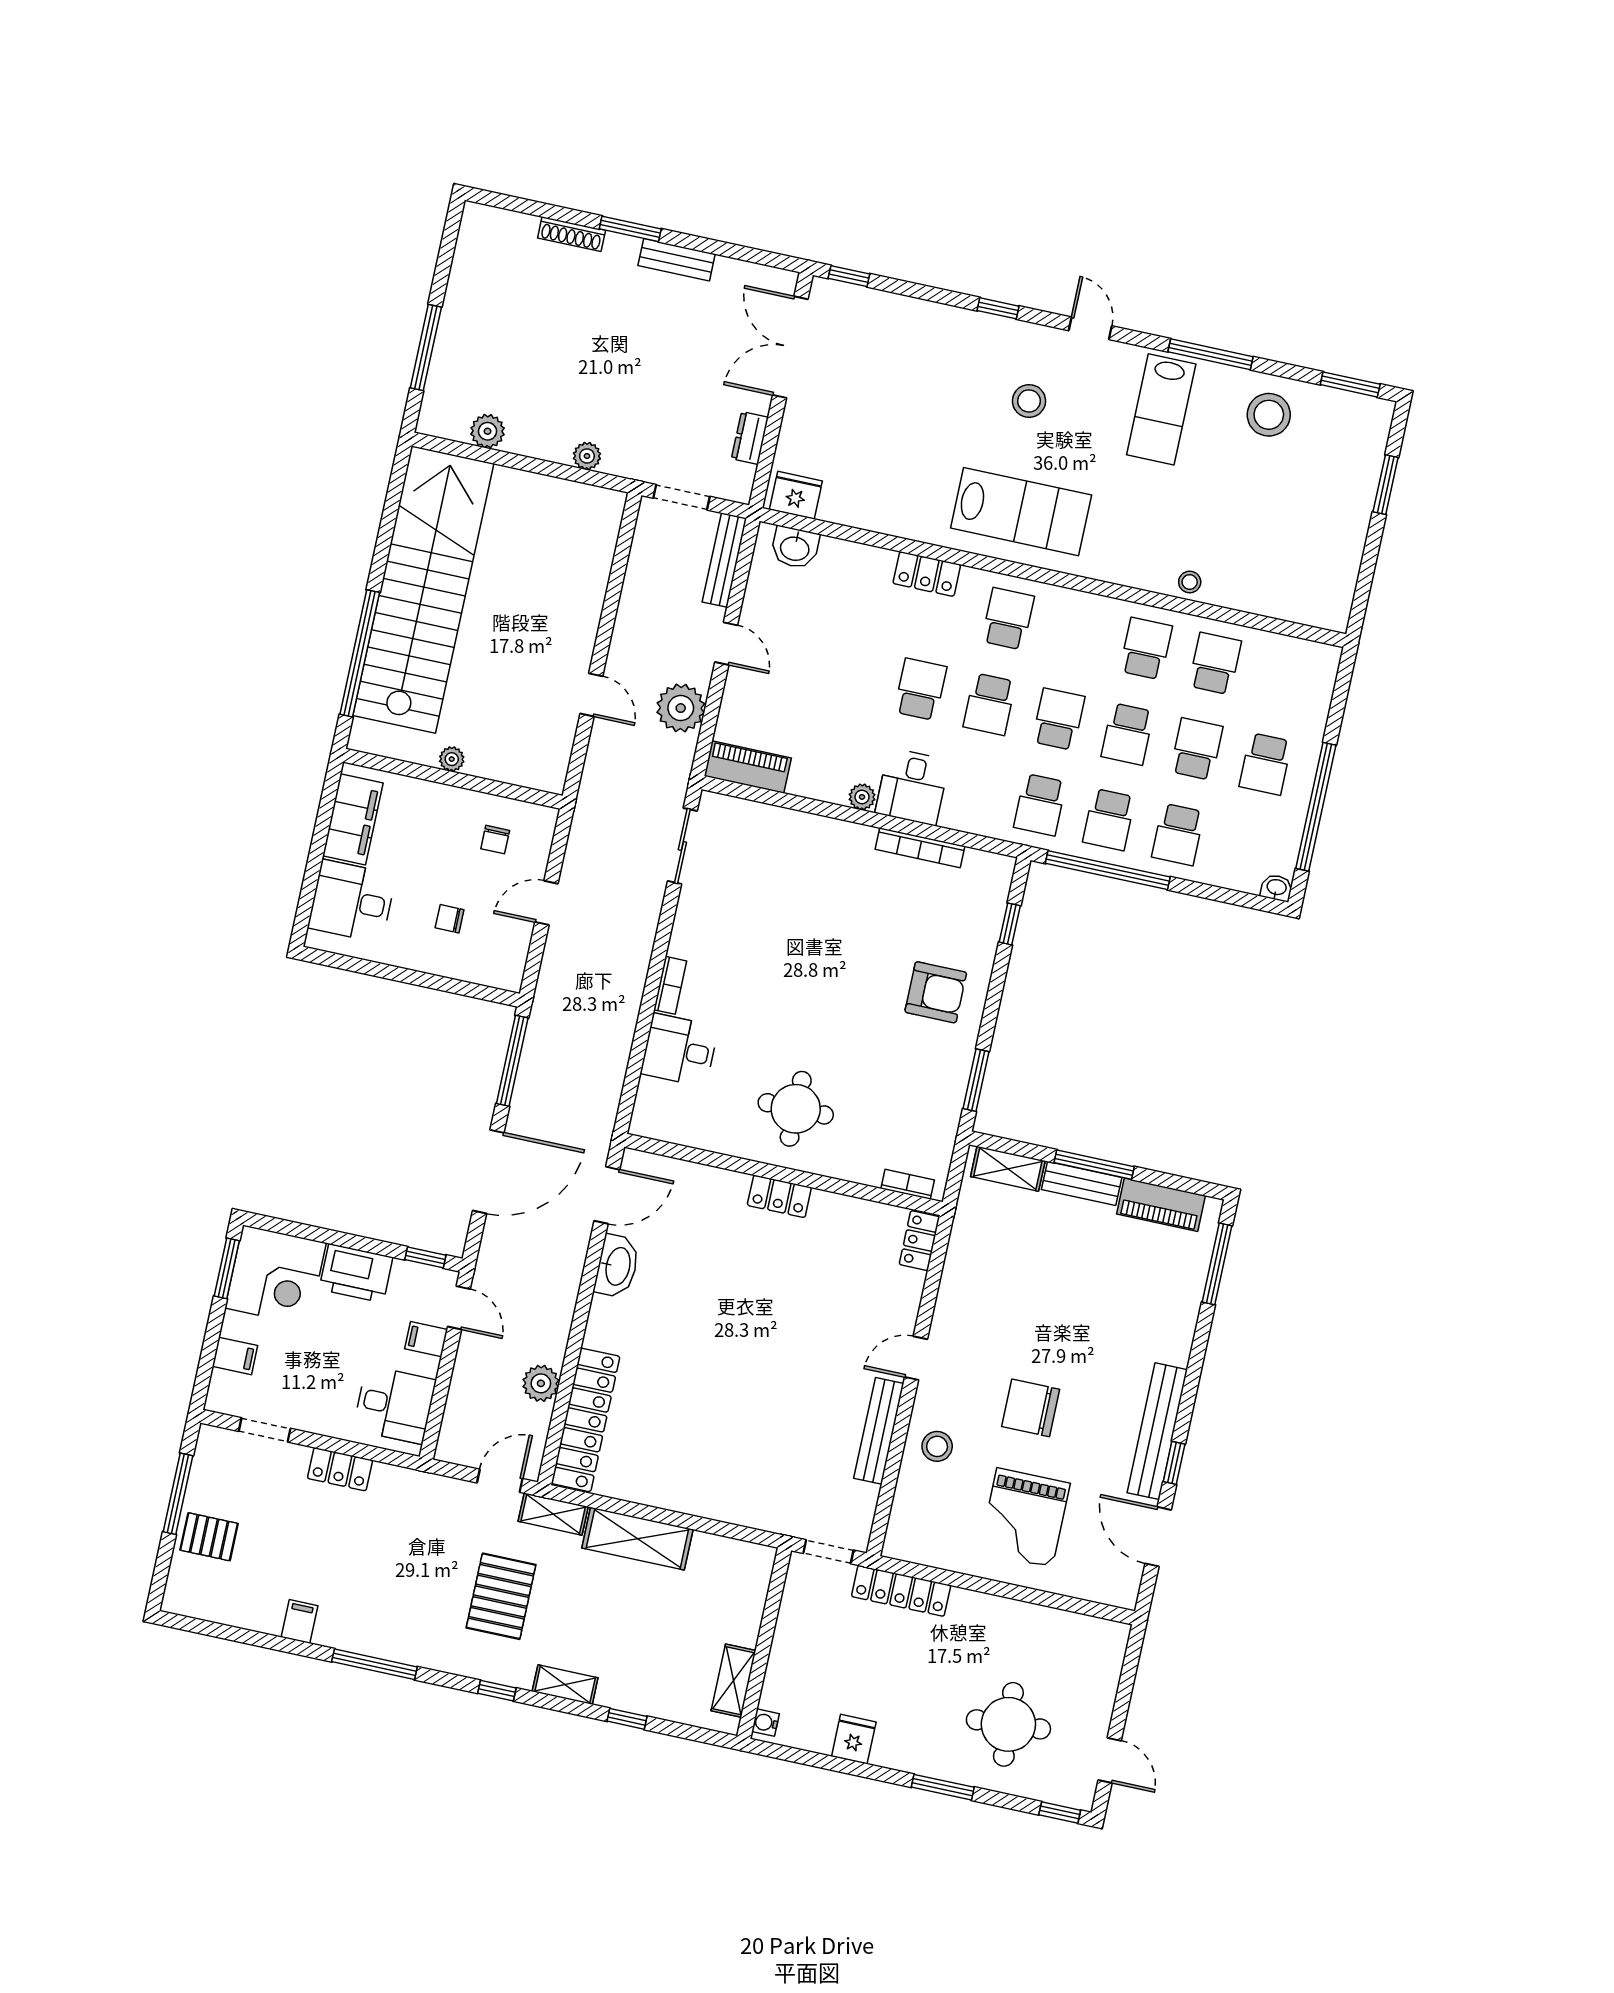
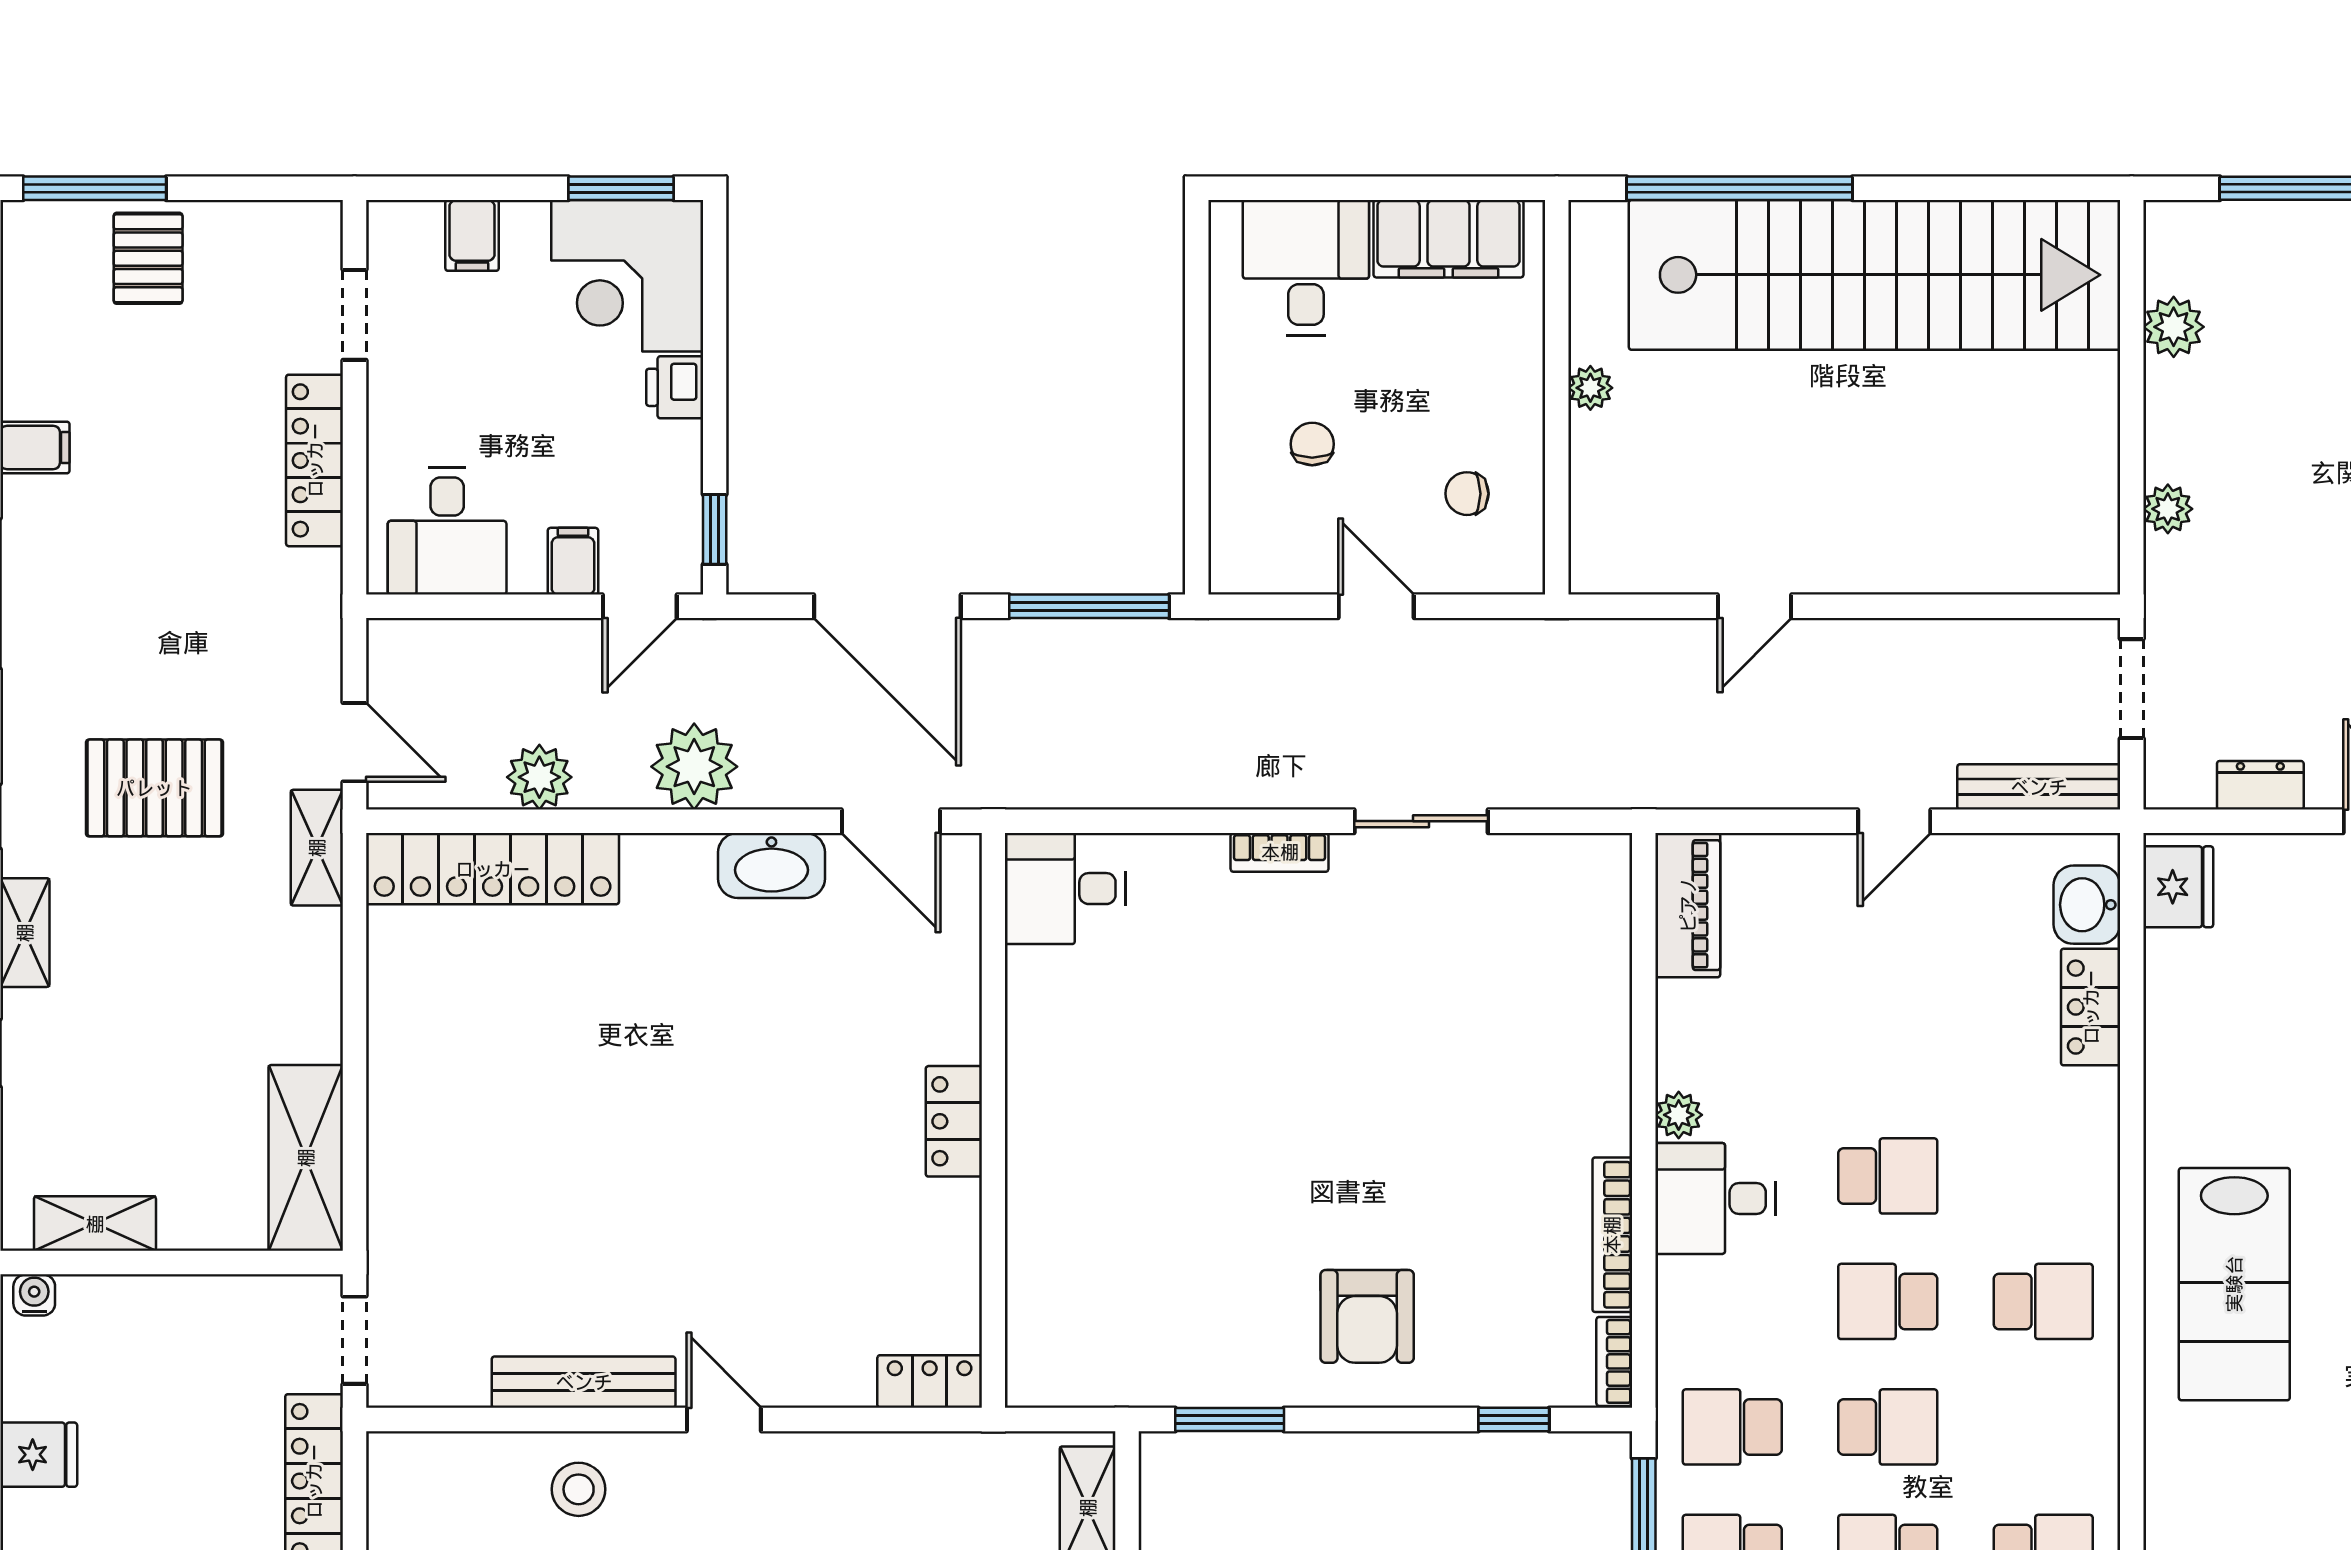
locker: (927, 574) -> (2091, 1007), moved
plant: (681, 708) -> (694, 767), moved
sliding door: (682, 846) -> (1421, 821), moved
desk: (679, 1050) -> (1065, 889), moved, turned -90
round table: (796, 1109) -> (1112, 1117), removed
bookcase: (908, 1184) -> (1614, 1361), moved, turned 180
printer: (356, 1273) -> (675, 387), width x0.53, depth x0.68
locker: (340, 1469) -> (315, 460), width x1.53
window: (178, 1494) -> (95, 188), moved
shelving: (637, 1539) -> (306, 1158), moved

